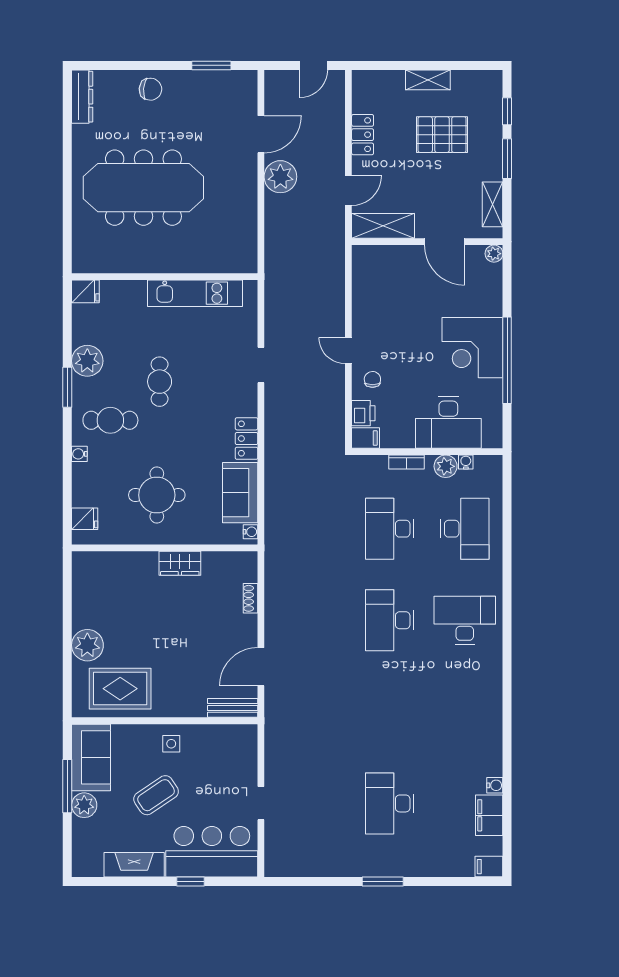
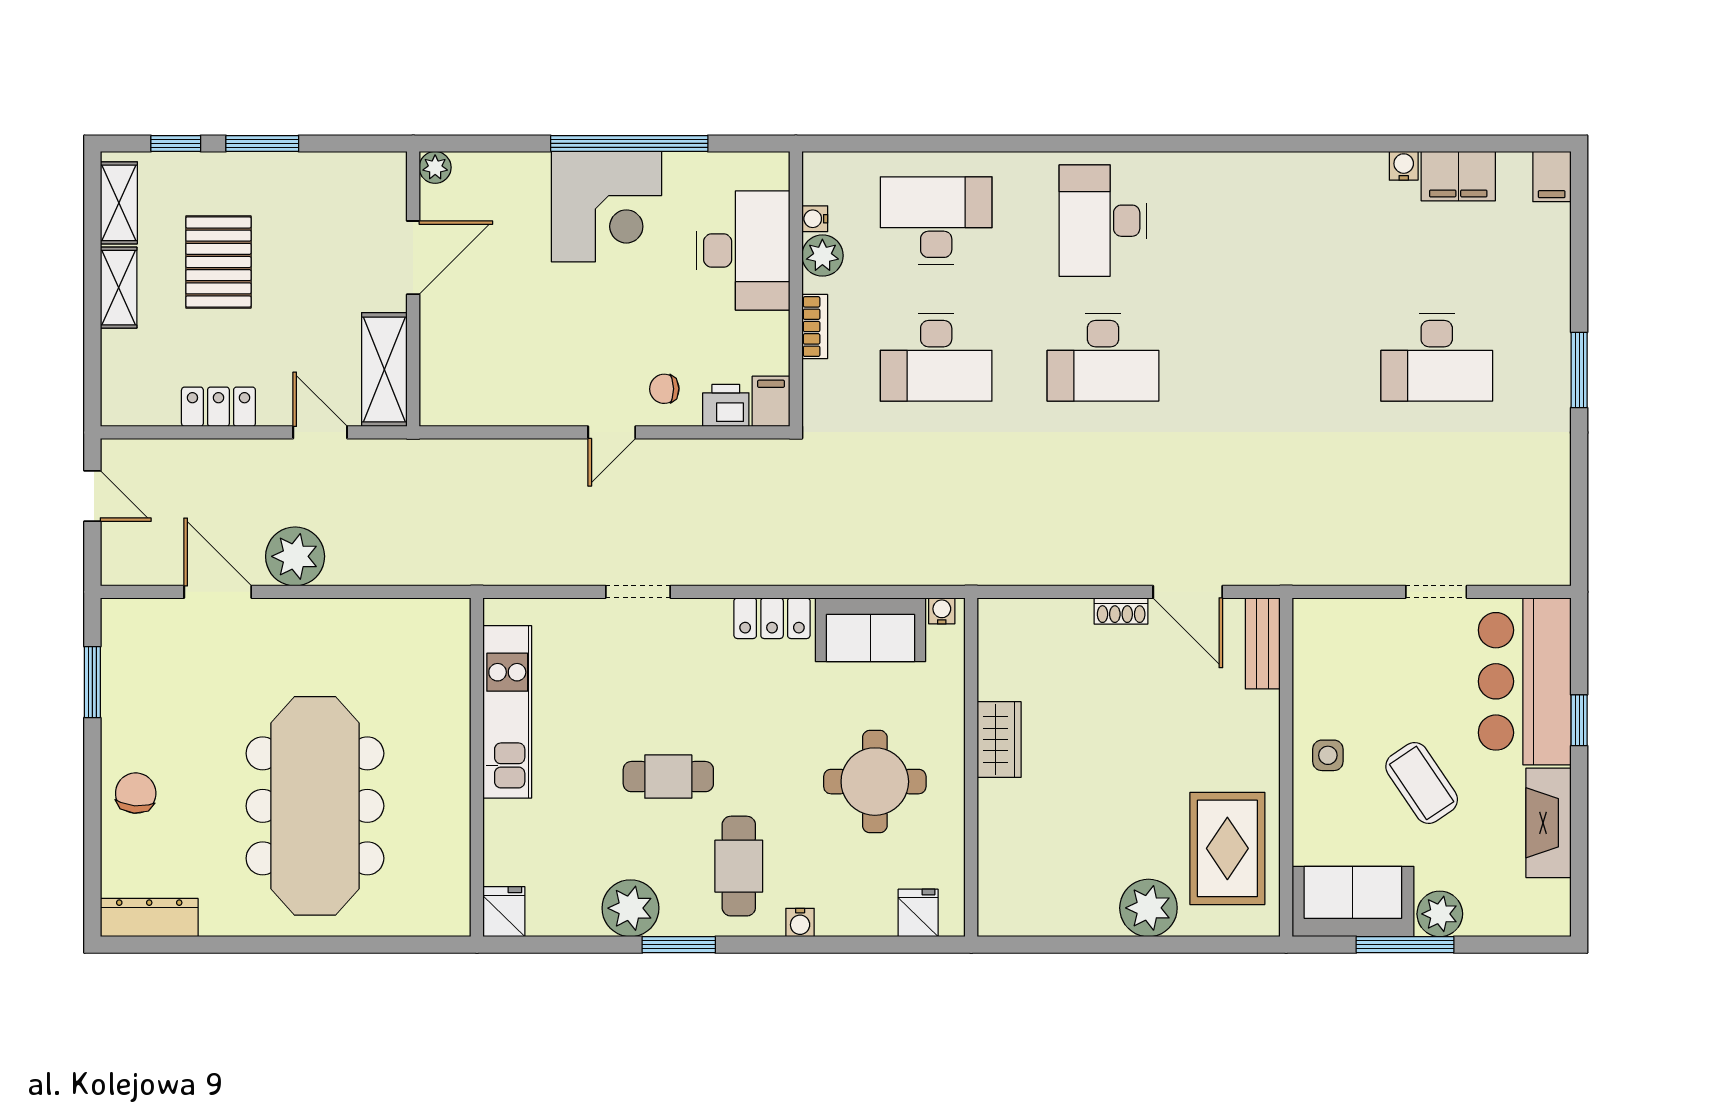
shelving: (493, 204) -> (119, 203), moved, turned 90
shoe rack: (250, 598) -> (1121, 611), moved

